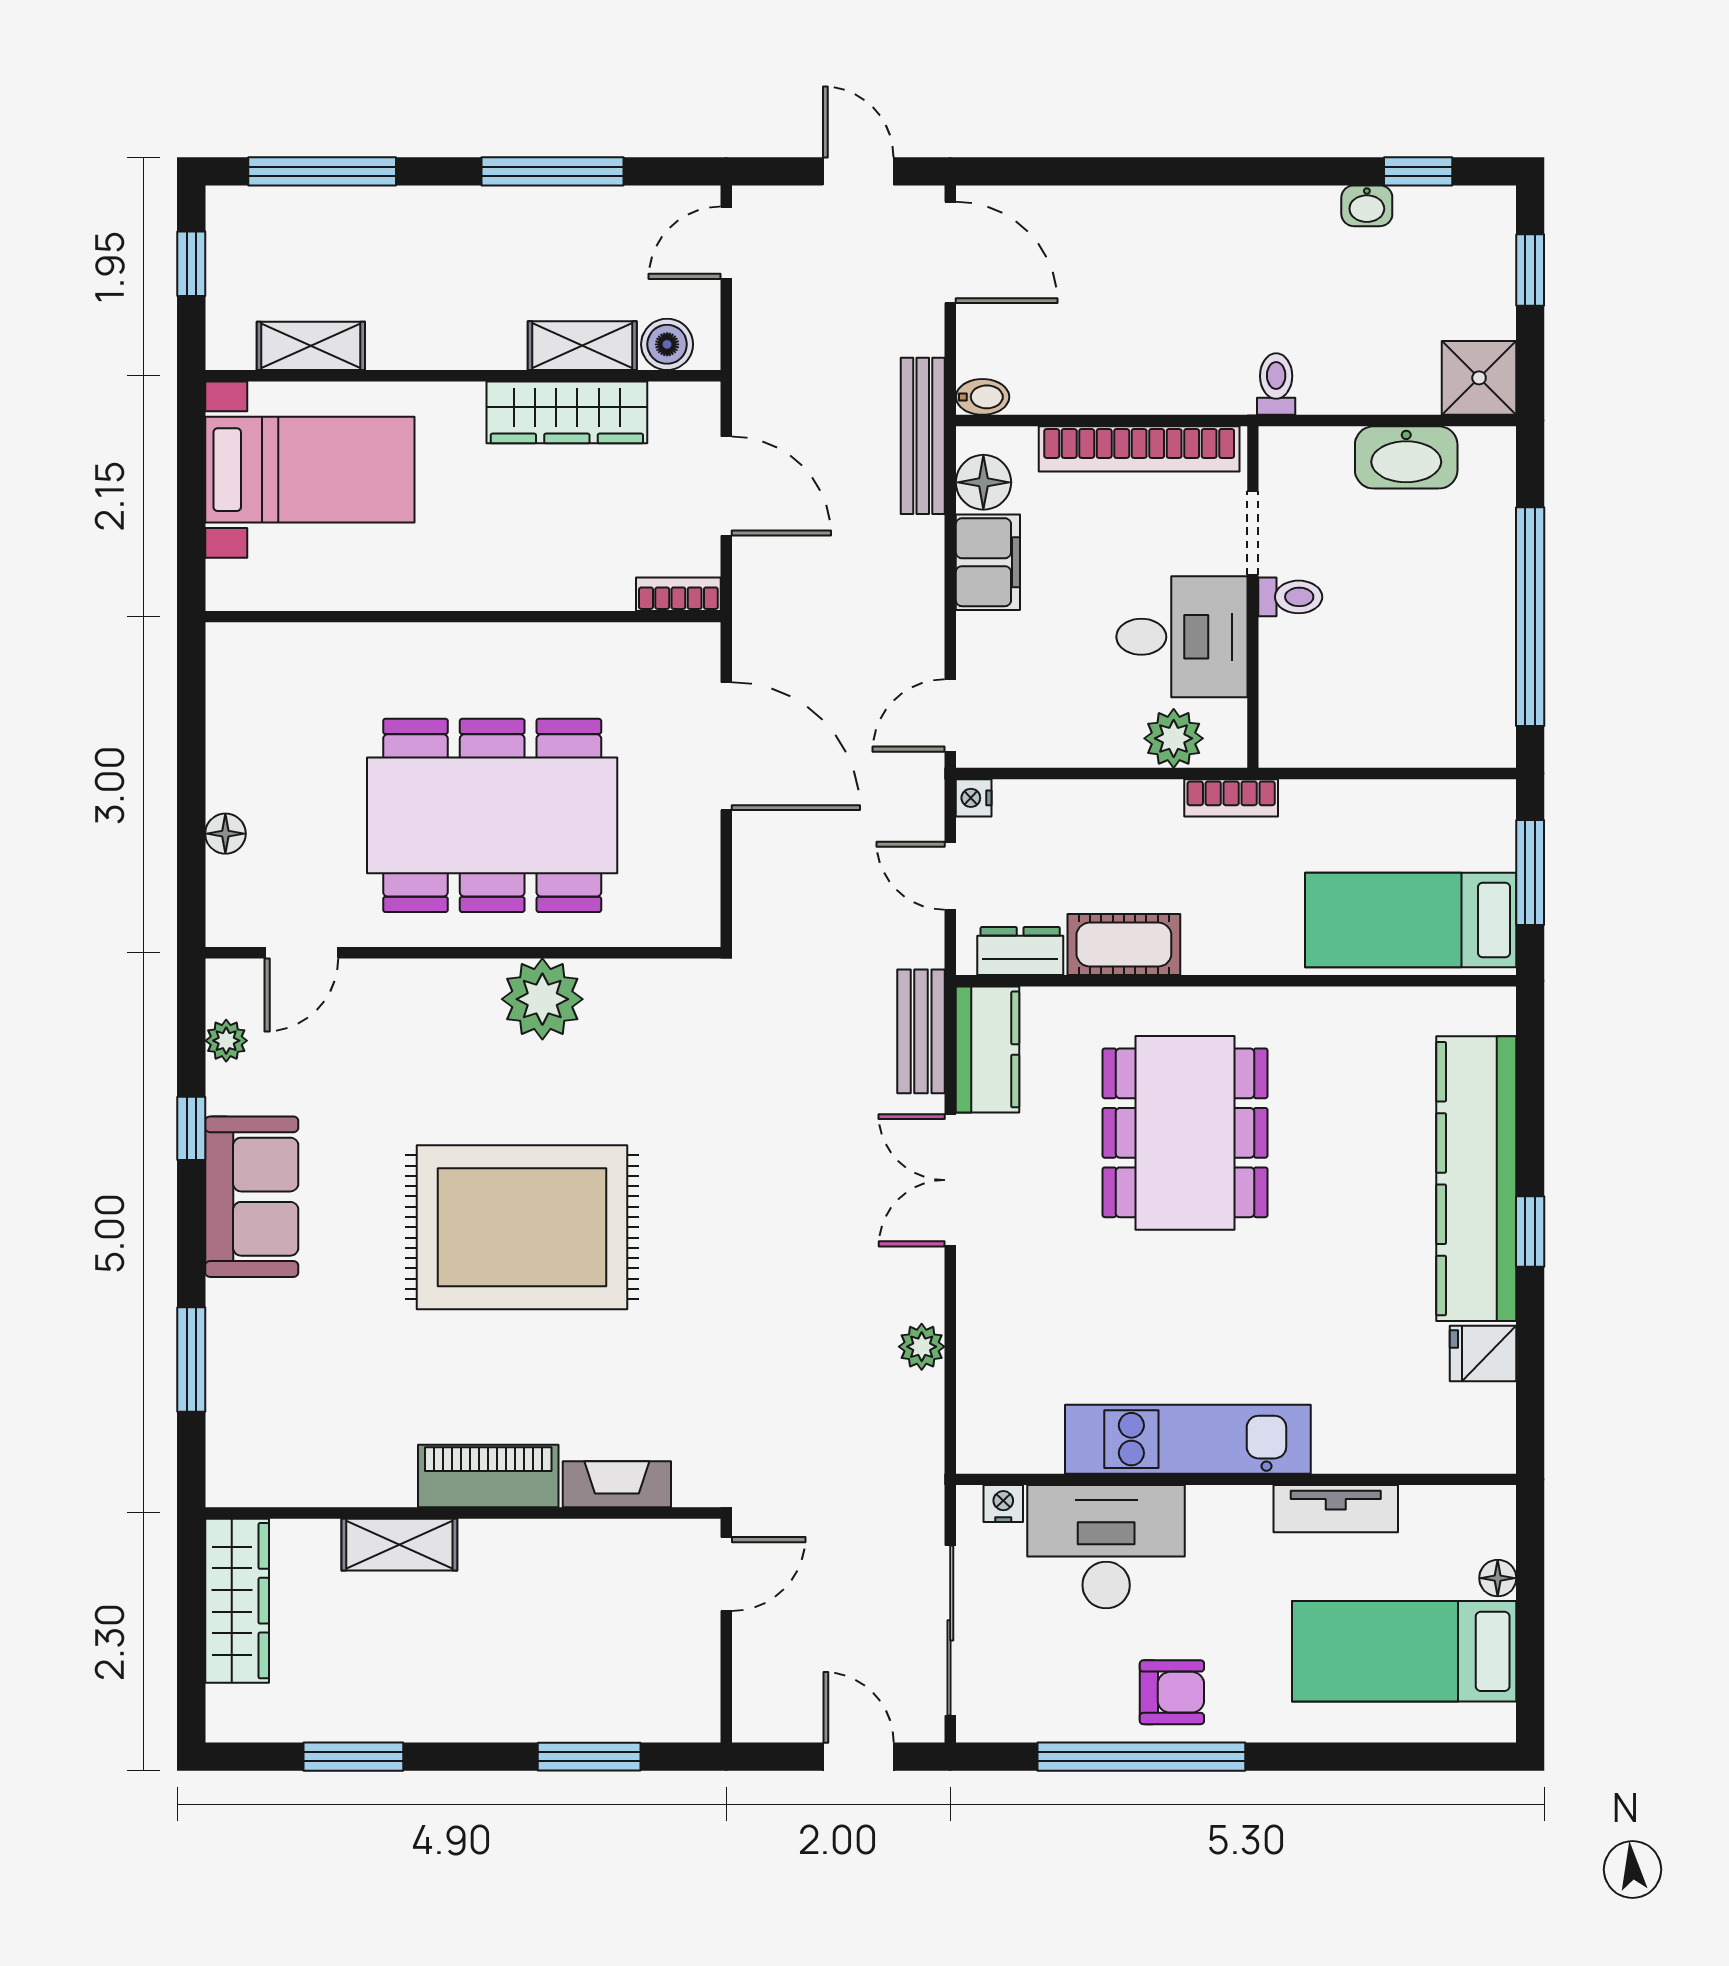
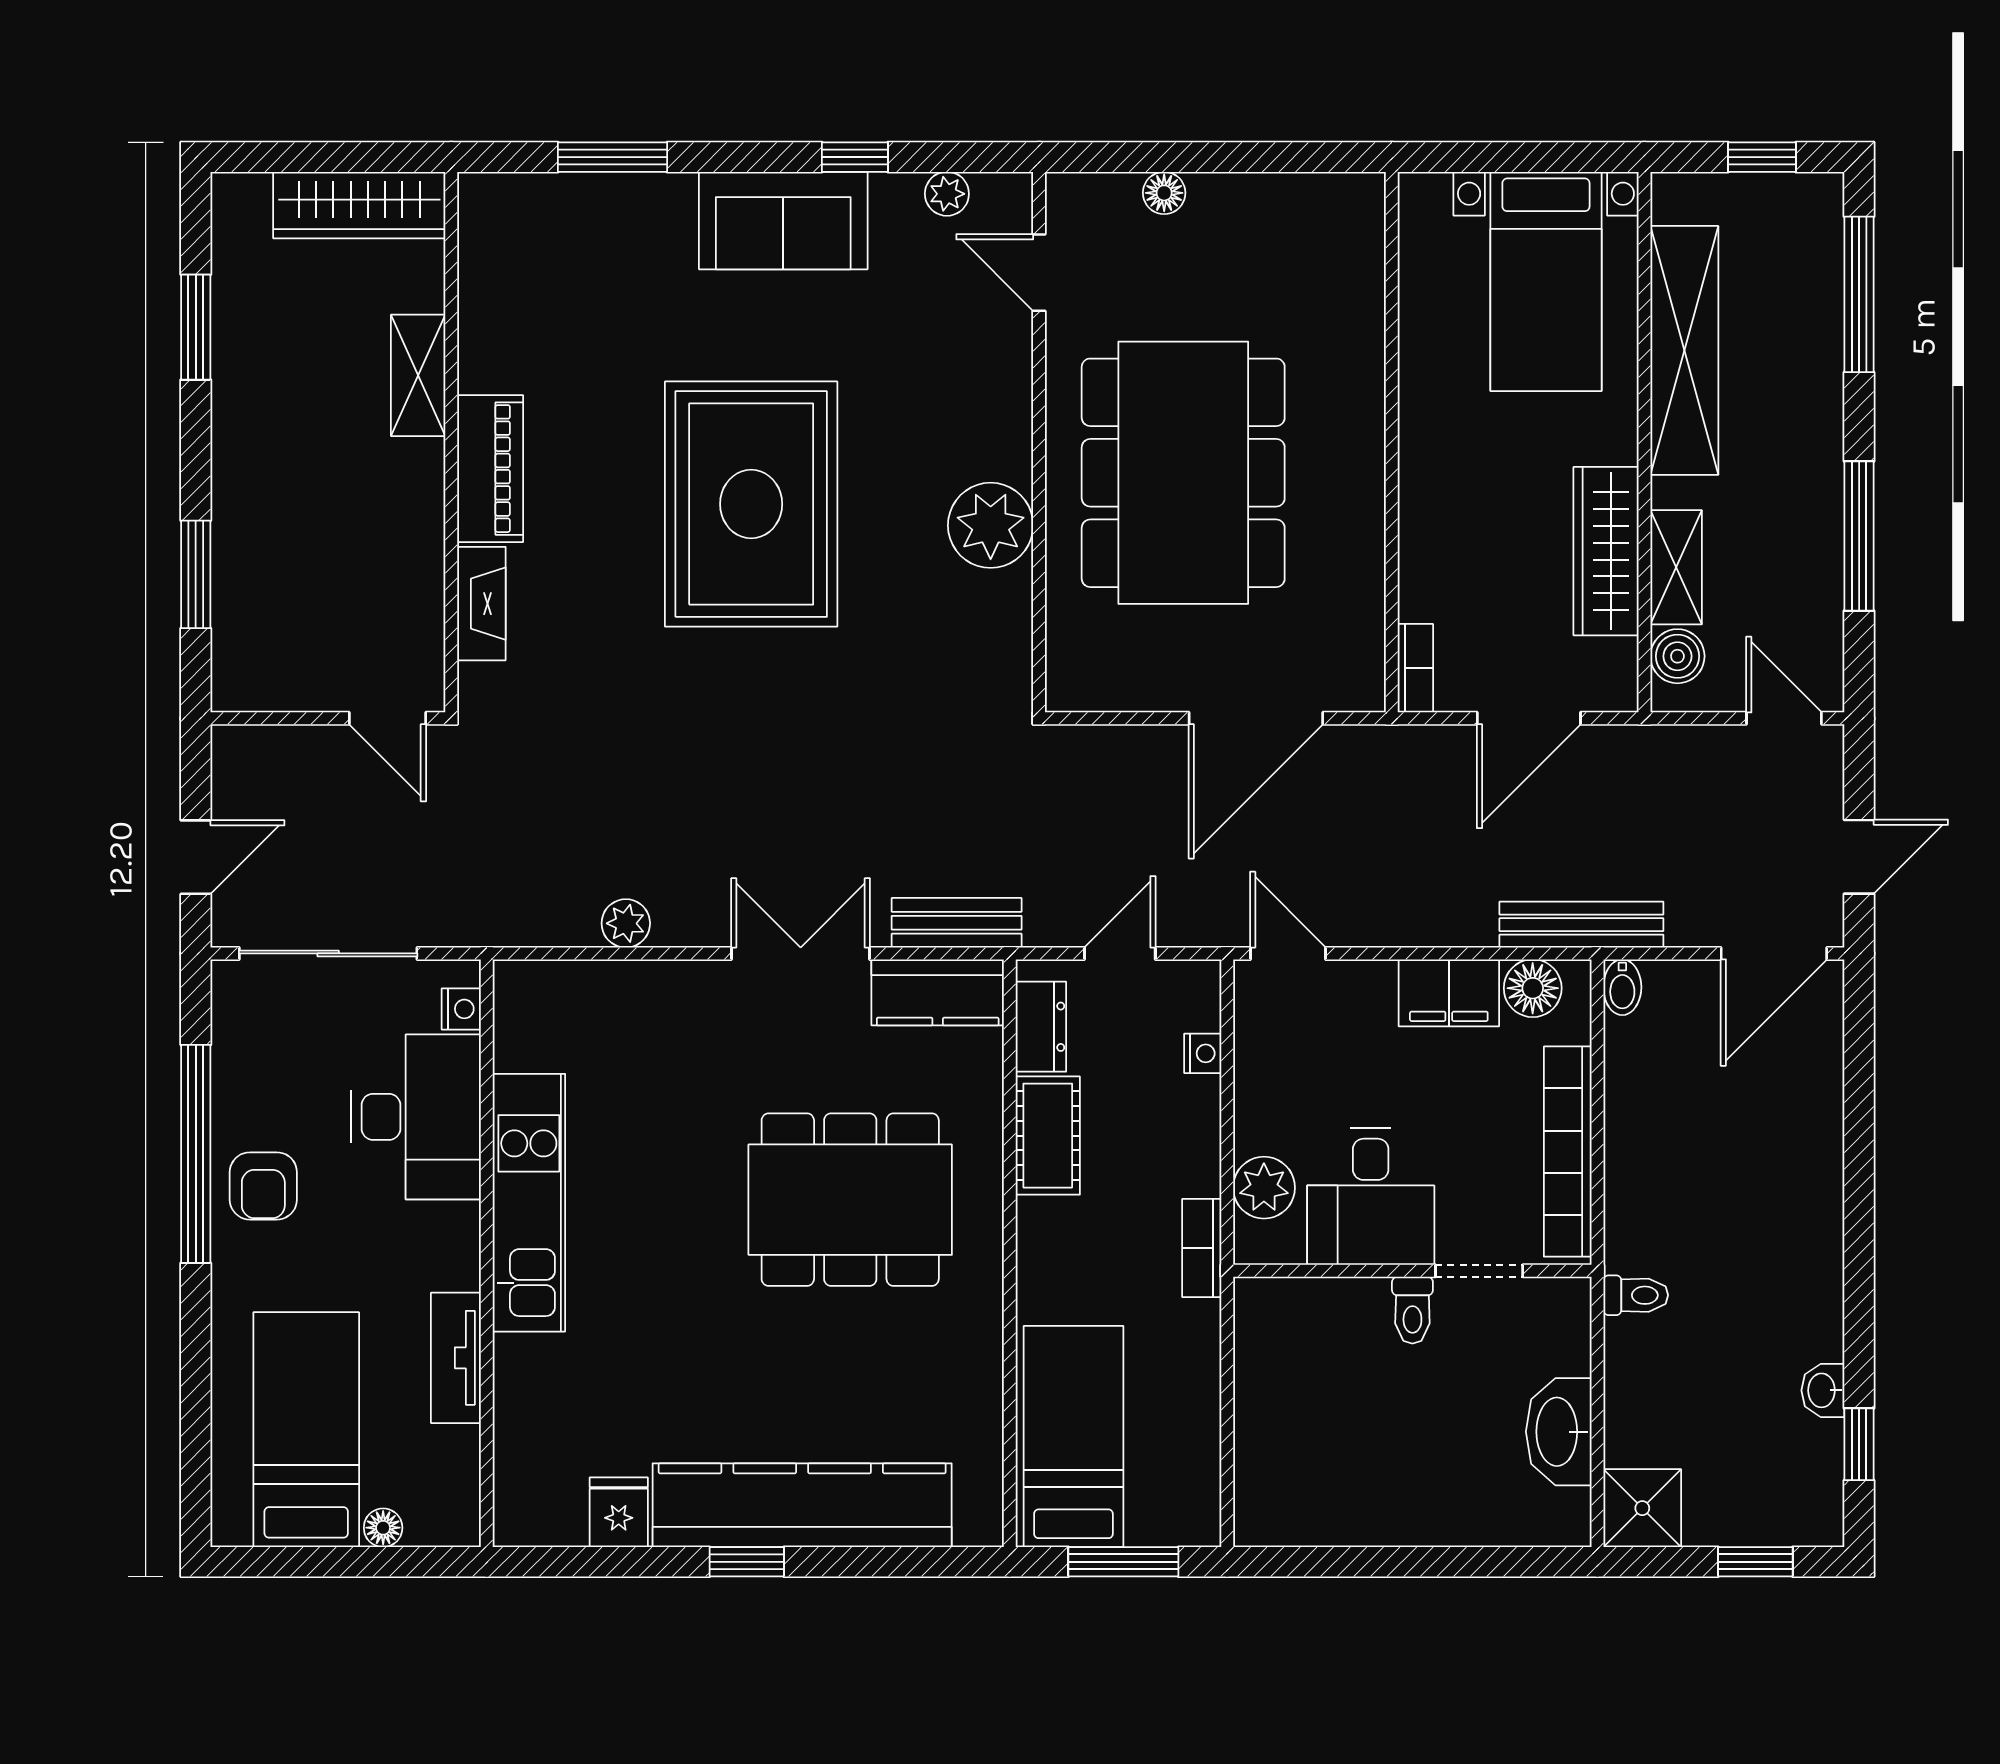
shelving: (311, 346) -> (1684, 350), width x2.20, depth x1.33
window: (1530, 617) -> (1392, 1562), removed
nightstand: (974, 798) -> (1203, 1053), moved, turned 90

